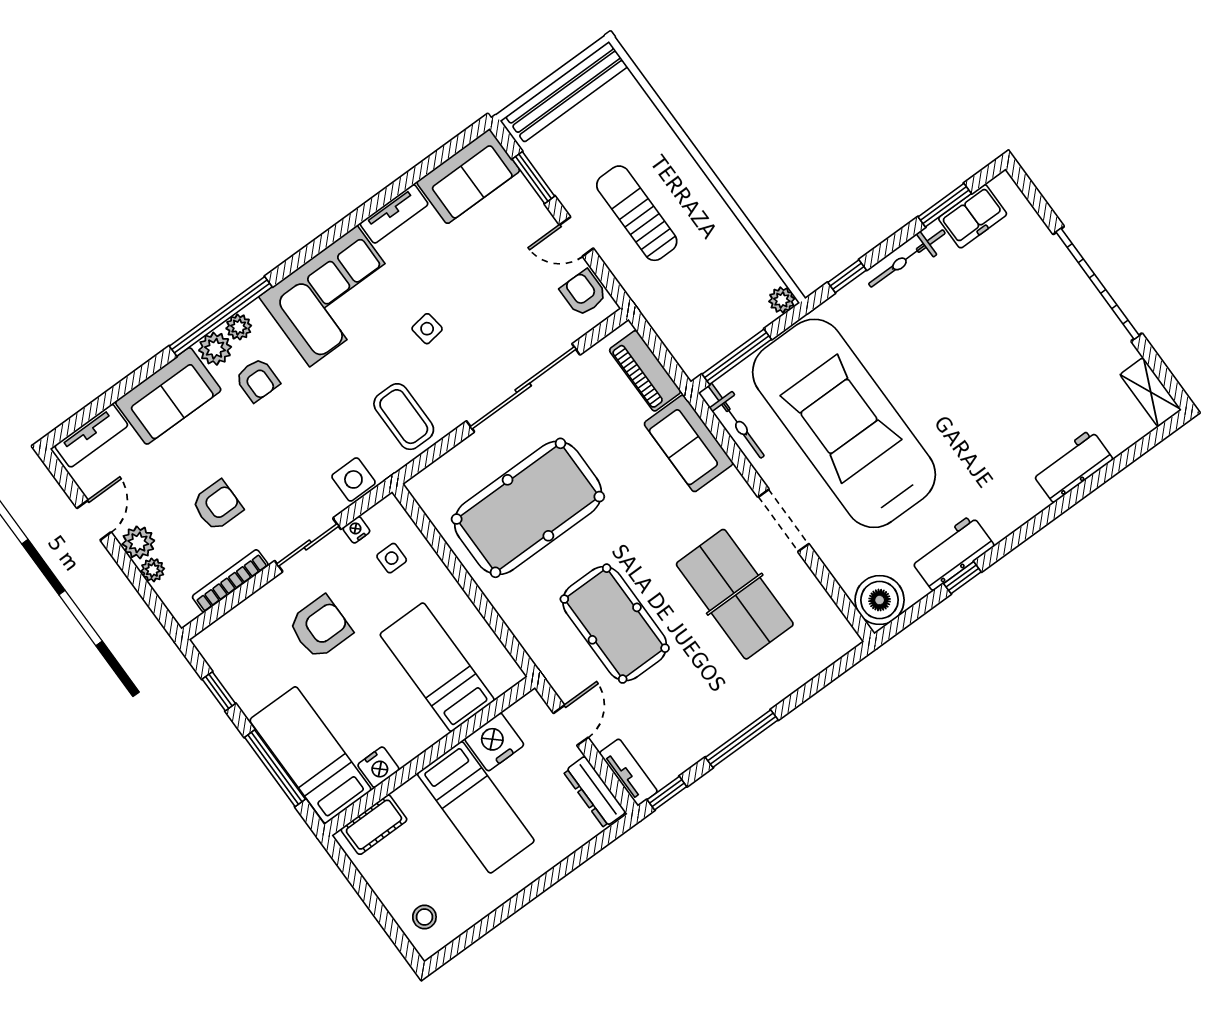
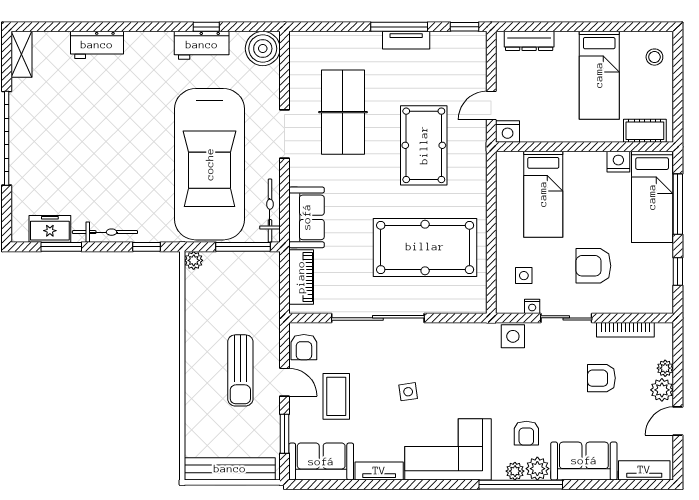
armchair: (257, 380) -> (526, 433), turned 180
coffee table: (404, 417) -> (336, 396), moved
nightstand: (494, 742) -> (508, 131), moved, width x0.74, depth x0.75
tv unit: (628, 772) -> (406, 40), moved, turned -90
dresser: (595, 792) -> (529, 41), moved, turned 90
bed: (476, 807) -> (599, 75), moved, turned 180

